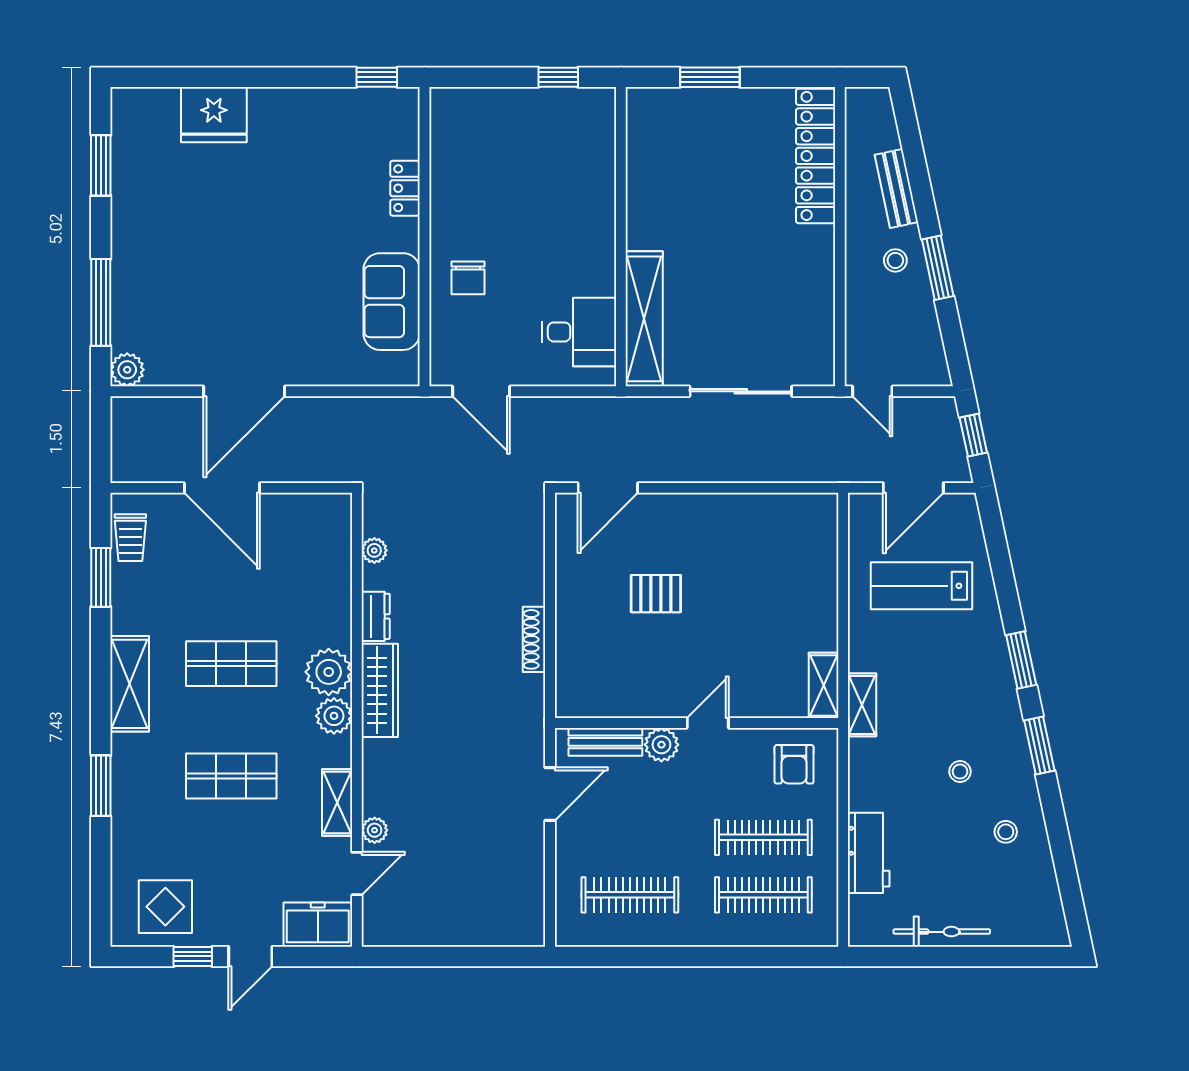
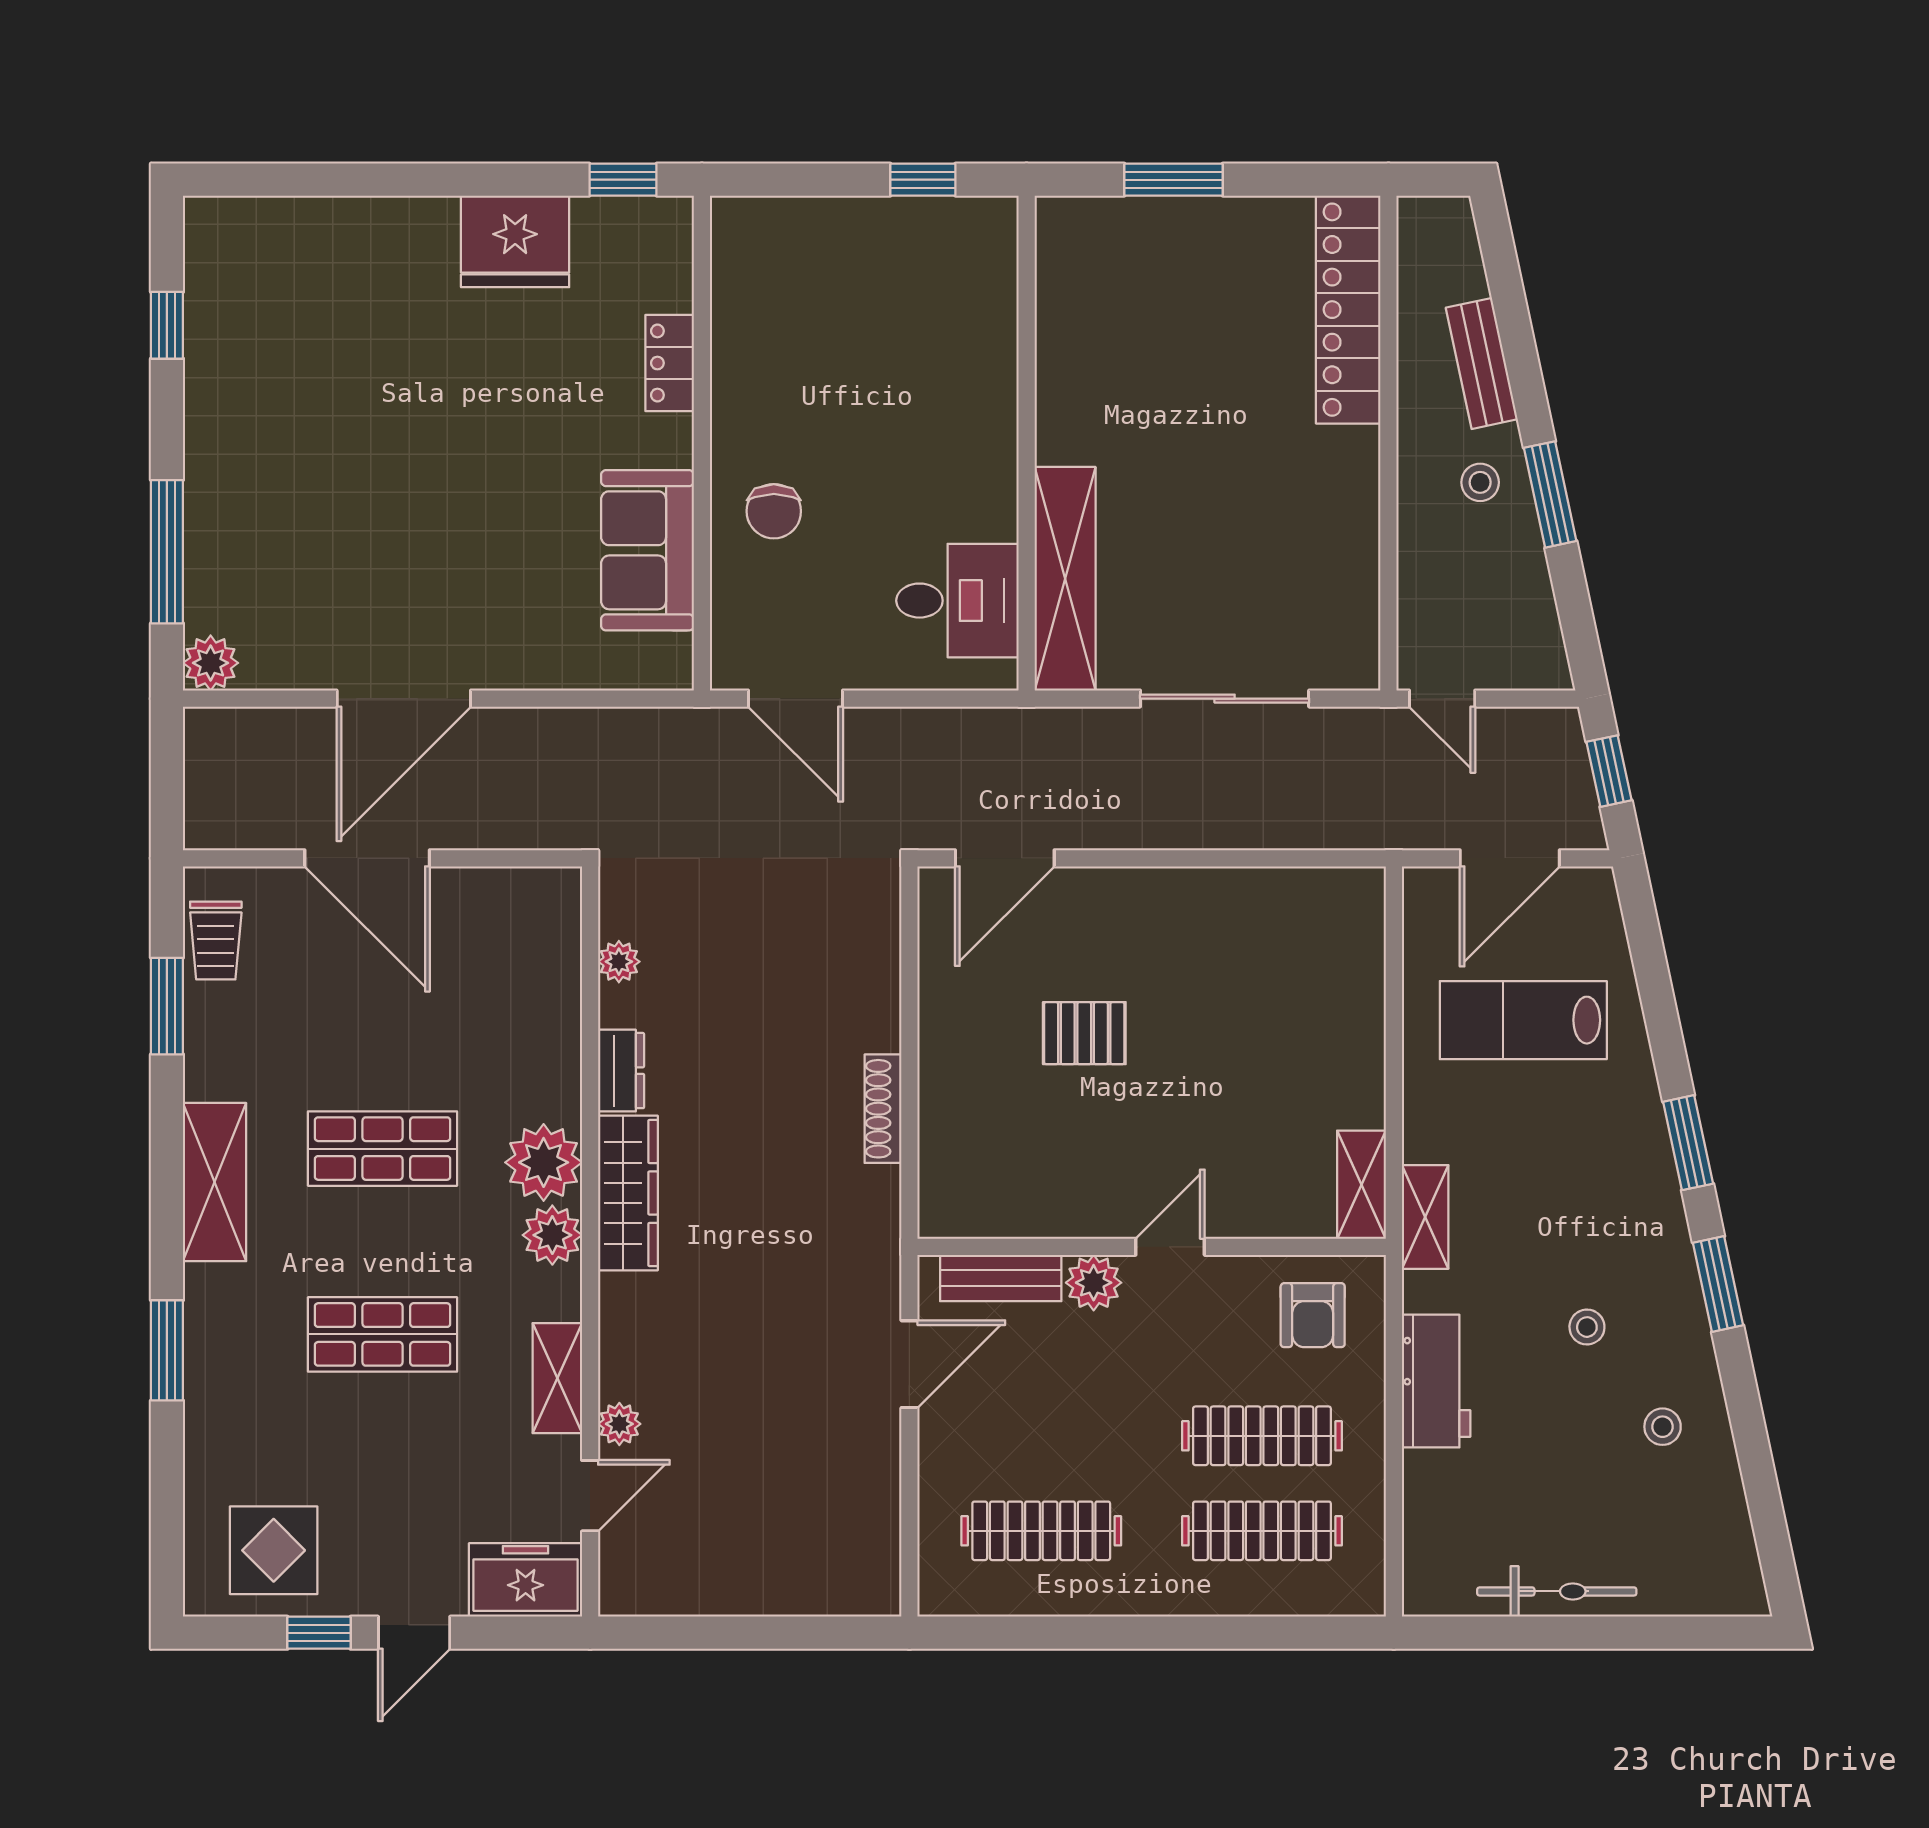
fridge: (214, 115) -> (515, 241), moved
window: (101, 165) -> (167, 325), width x0.67
workbench: (869, 853) -> (1436, 1381), moved

